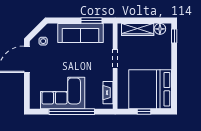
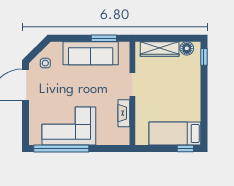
bed: (150, 89) -> (175, 133), width x0.49
fireplace: (108, 93) -> (124, 113), moved
window: (72, 112) -> (61, 148), moved
window: (144, 112) -> (185, 148), moved

